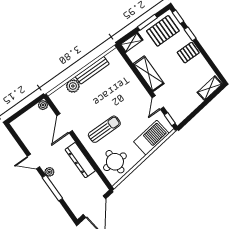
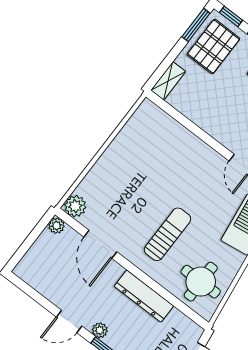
window: (147, 22) -> (196, 25), moved
bench: (92, 70) -> (119, 145), removed
shelving: (149, 74) -> (212, 123), removed
plant: (73, 86) -> (75, 206), moved

